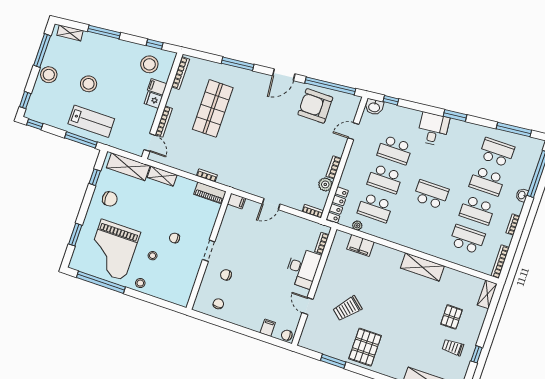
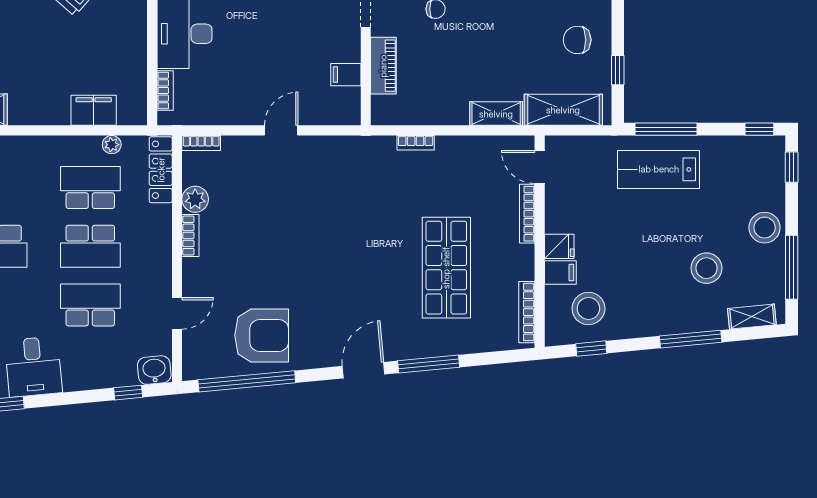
door: (284, 75) -> (364, 370), moved
stool: (89, 84) -> (706, 268), moved
school desk: (385, 179) -> (90, 246), turned 180
piano: (210, 193) -> (383, 66), moved, turned 90
filing cabinet: (237, 201) -> (346, 75), moved

